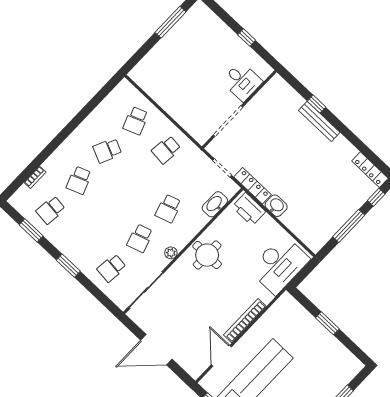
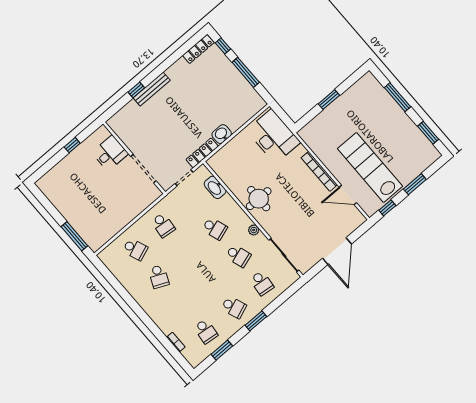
window: (170, 22) -> (74, 236), moved
school desk: (79, 180) -> (234, 307), moved
printer: (249, 209) -> (222, 158), removed

